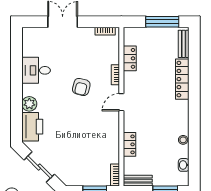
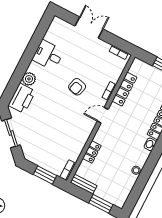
locker: (130, 58) -> (125, 89), width x1.53
washbasin: (184, 165) -> (150, 144), moved

